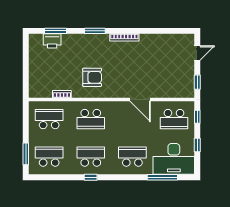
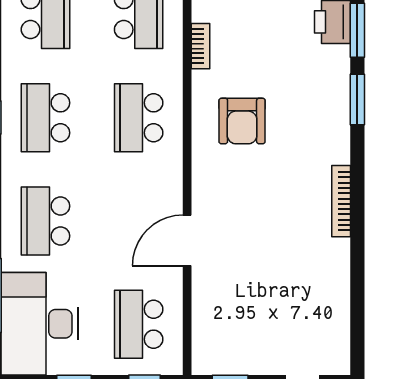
window: (95, 31) -> (357, 99), moved
school desk: (91, 157) -> (45, 118), turned 180
school desk: (132, 157) -> (45, 221), turned 180

